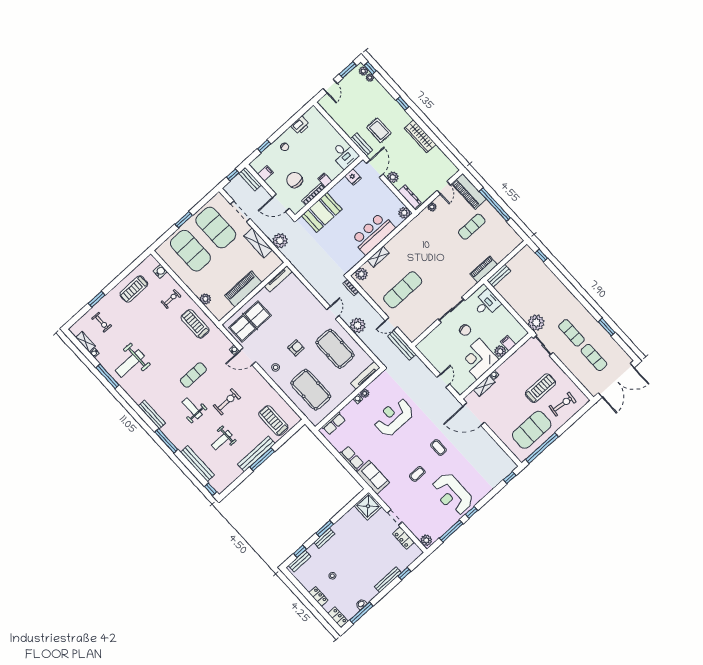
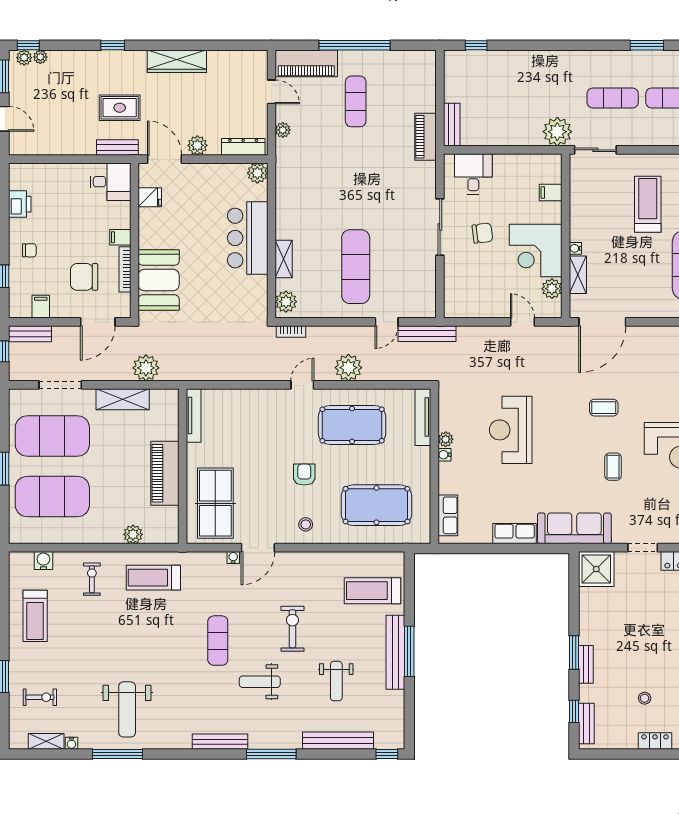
door: (333, 313) -> (302, 385), hinge flipped
plant: (500, 351) -> (552, 289), moved
sofa: (373, 477) -> (574, 528), width x1.36

